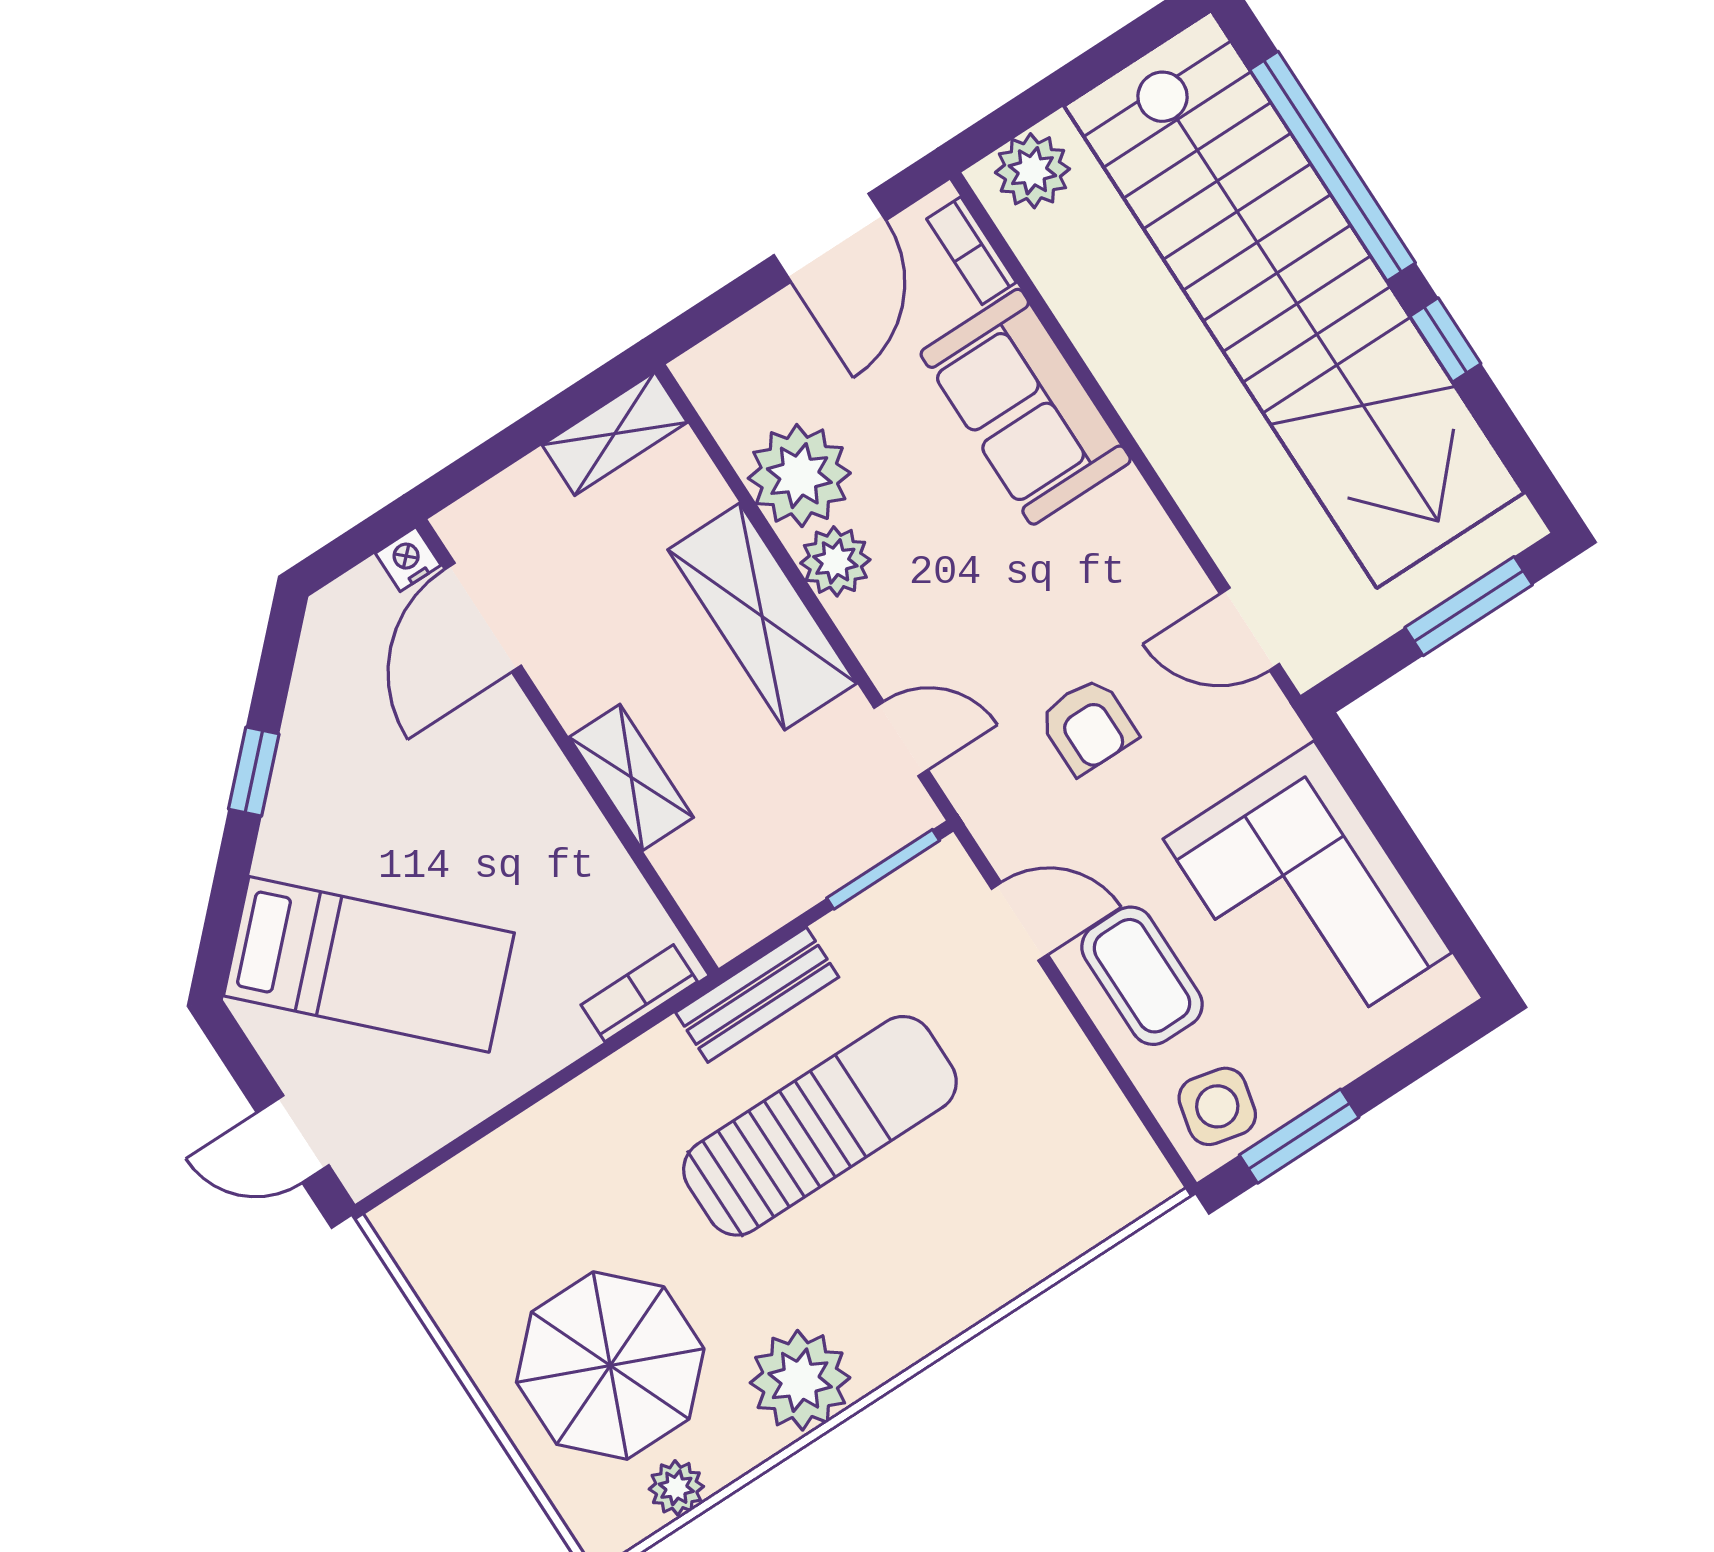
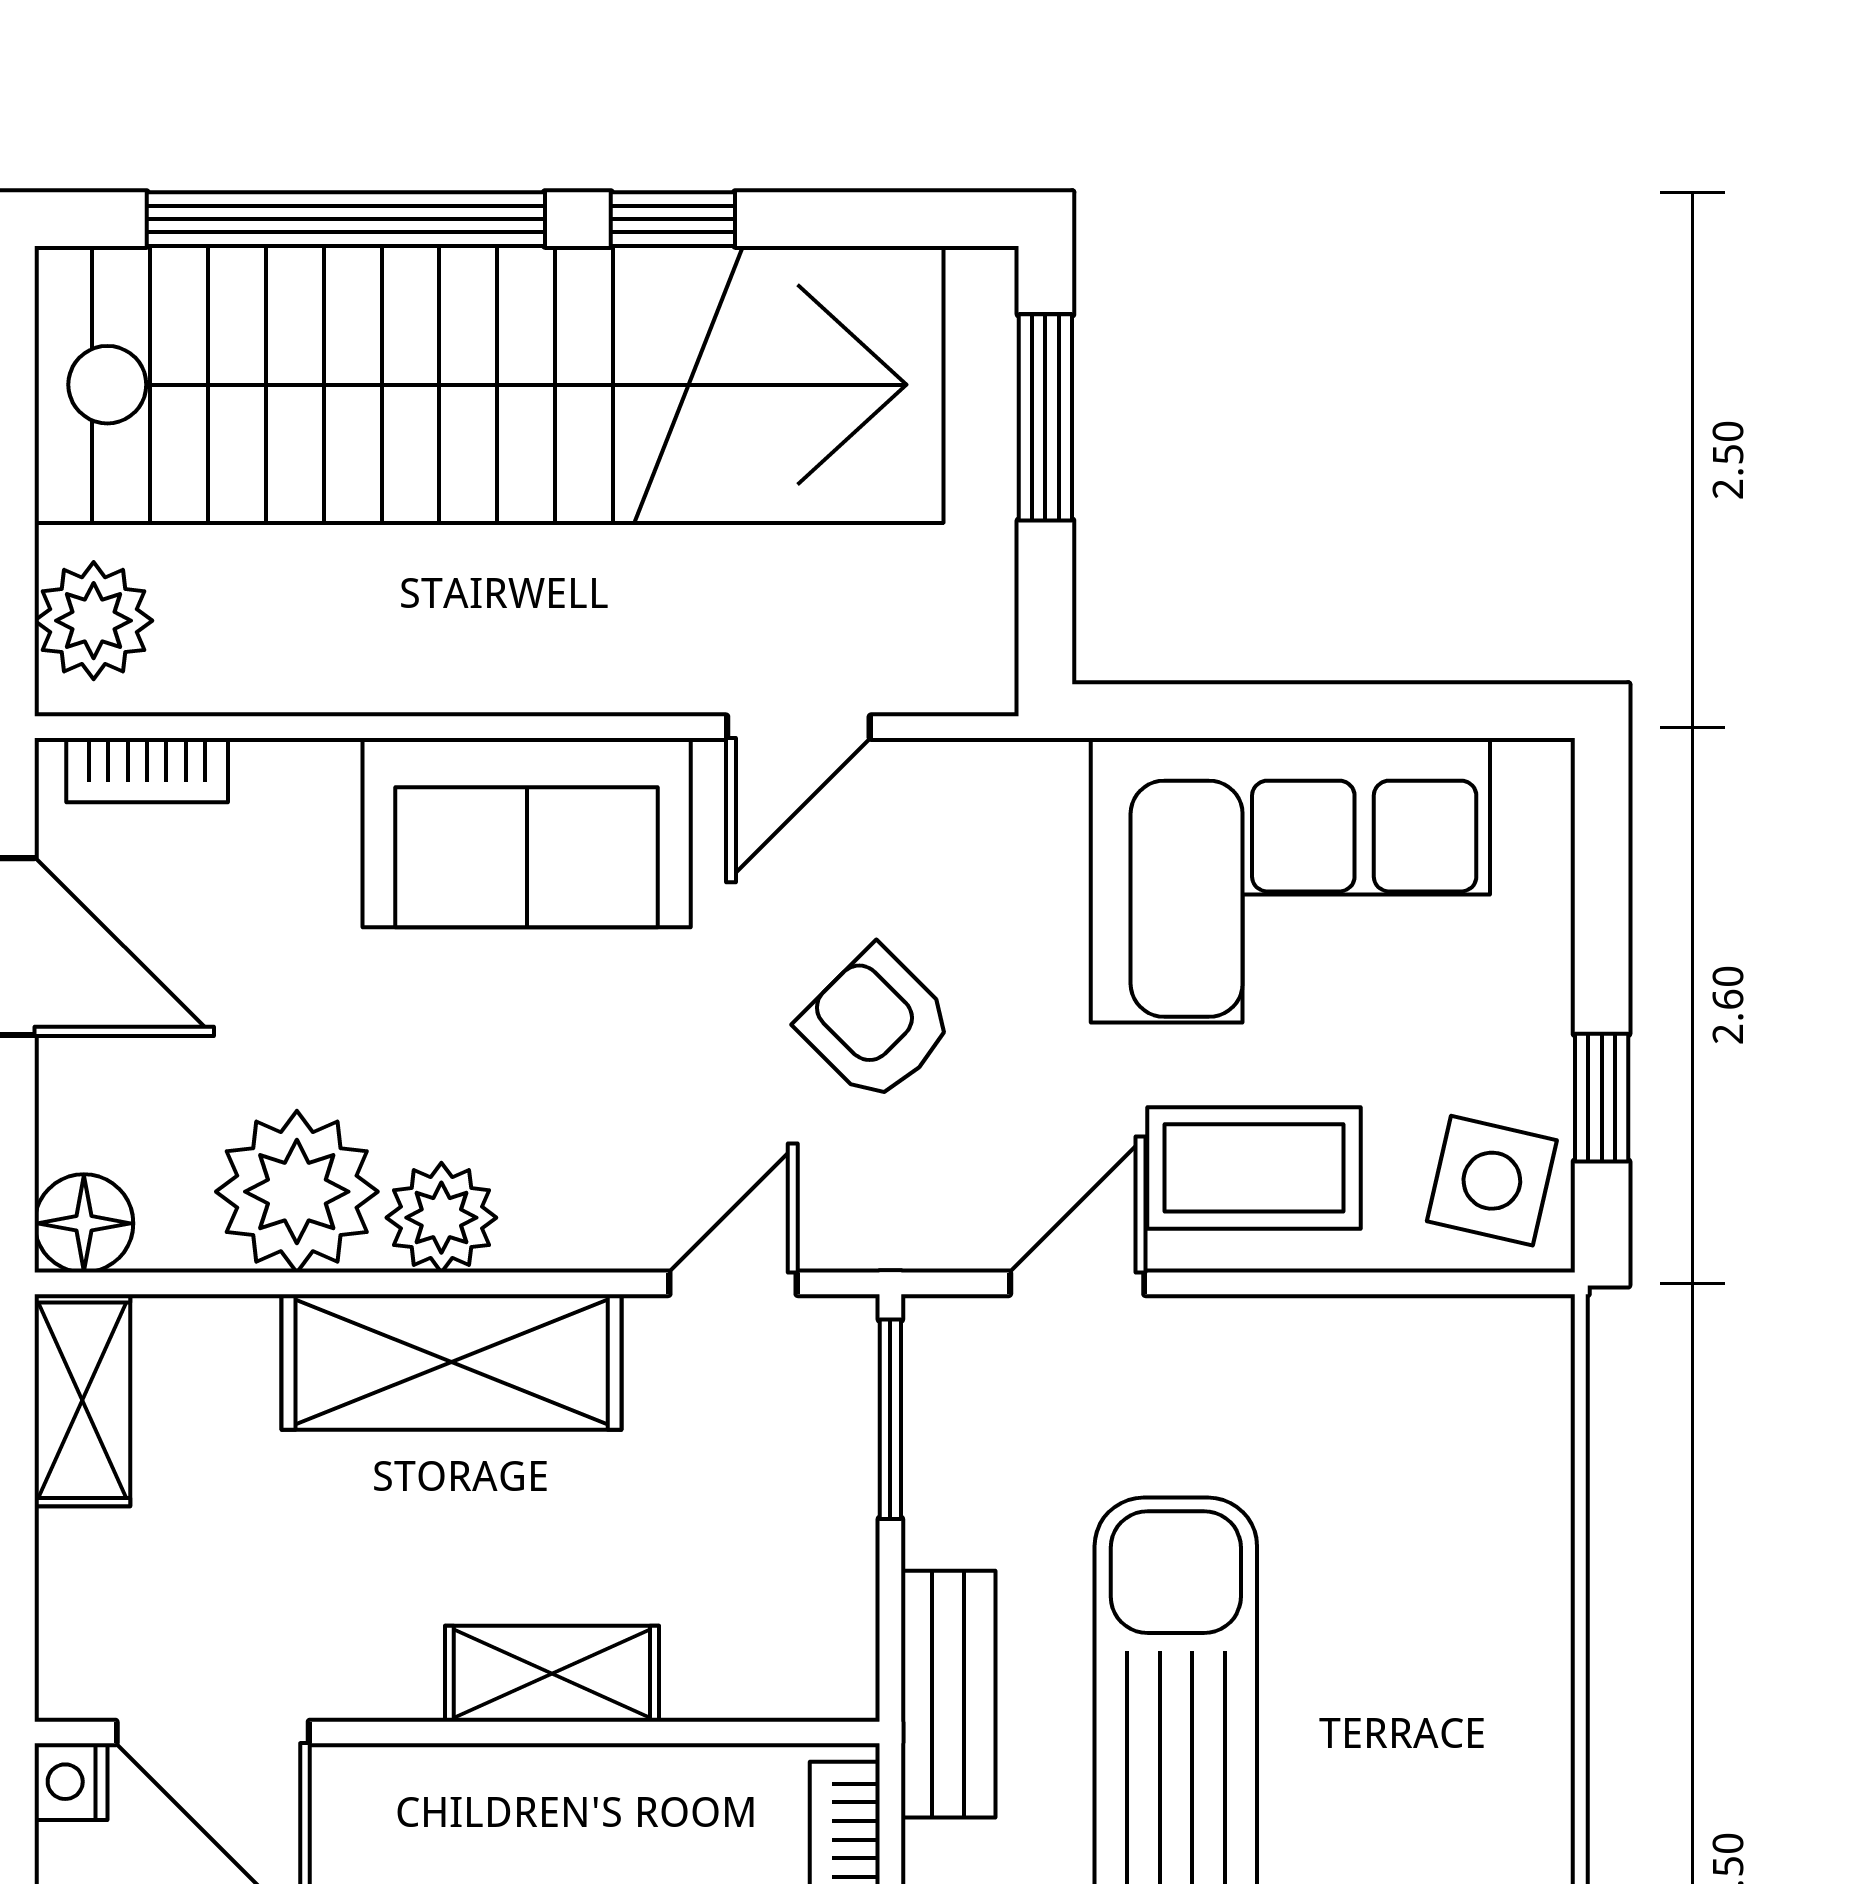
floor lamp: (709, 373) -> (84, 1223), added
sofa: (1026, 407) -> (527, 833), moved
door: (1250, 629) -> (798, 727), moved
armchair: (1088, 726) -> (876, 1025), turned -135
window: (1299, 1136) -> (1602, 1098), width x0.67

